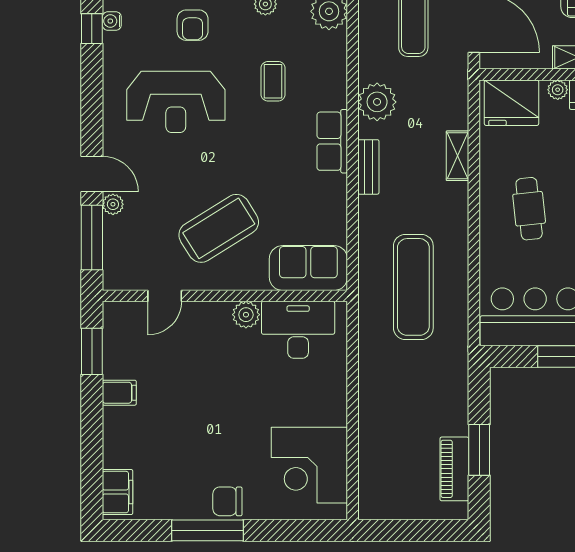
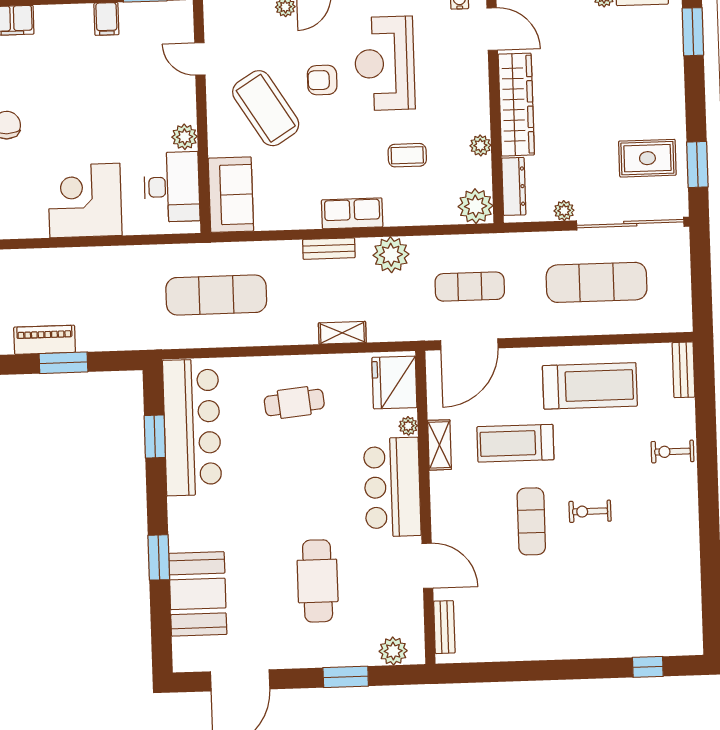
armchair: (193, 25) -> (322, 80), moved
corner desk: (309, 465) -> (85, 201), moved

